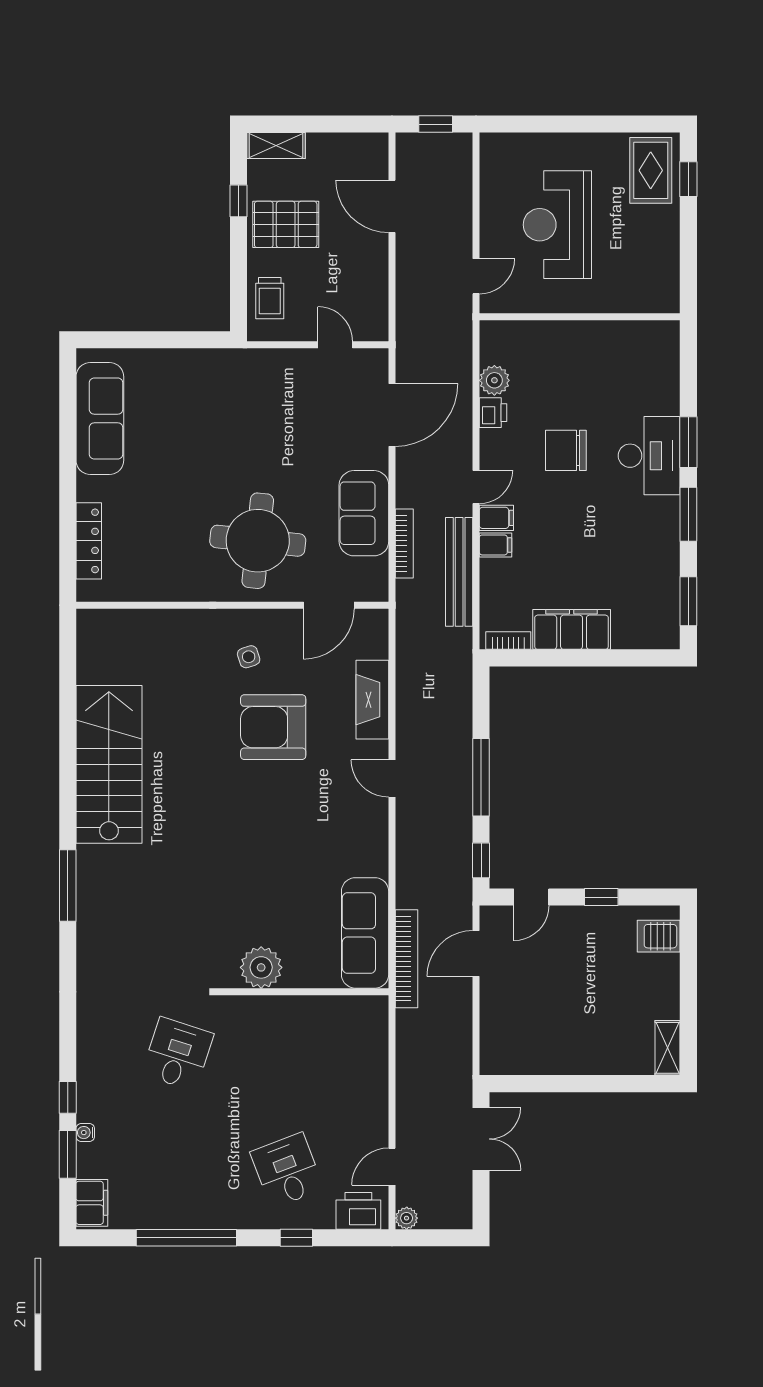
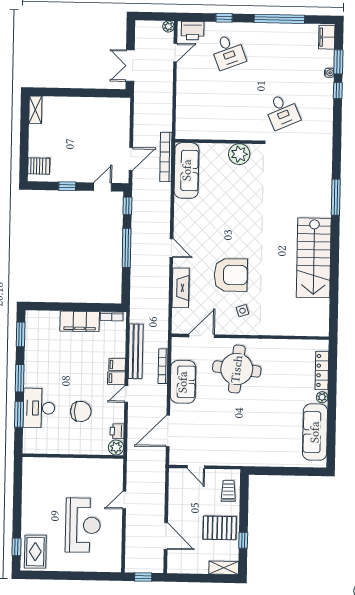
wall: (580, 317) -> (73, 456), moved
plant: (87, 488) -> (322, 397), added
desk: (178, 1054) -> (282, 111), turned -42

